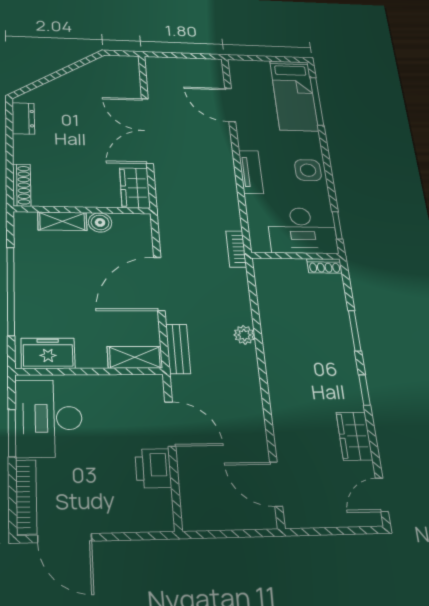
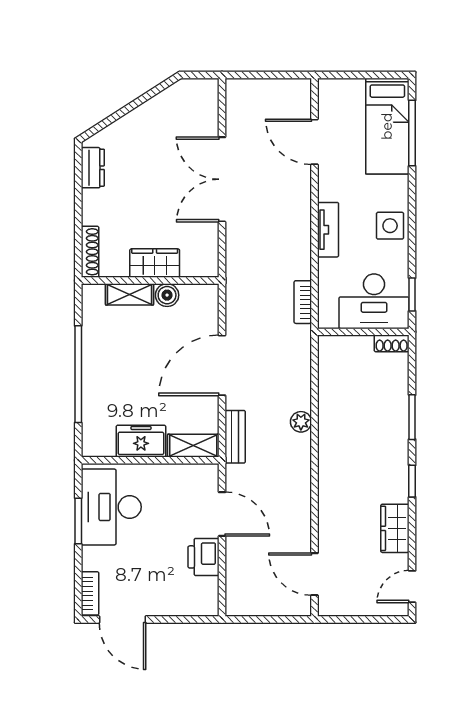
wardrobe: (135, 188) -> (155, 263), moved, turned 90
bookcase: (236, 249) -> (303, 302), moved
freezer: (48, 353) -> (141, 441), moved
bookcase: (26, 497) -> (90, 593), width x0.64

